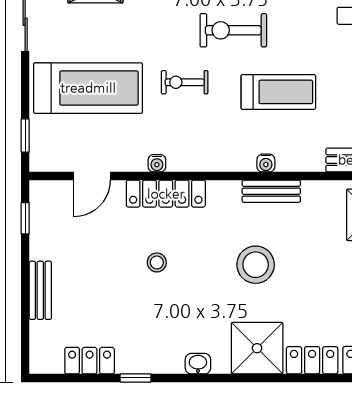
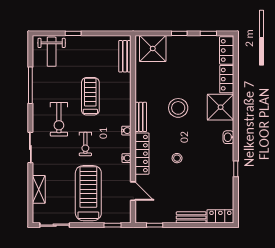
water cooler: (266, 163) -> (126, 131), moved
bench: (271, 191) -> (141, 117), moved
locker: (90, 361) -> (220, 216), moved, turned 90

